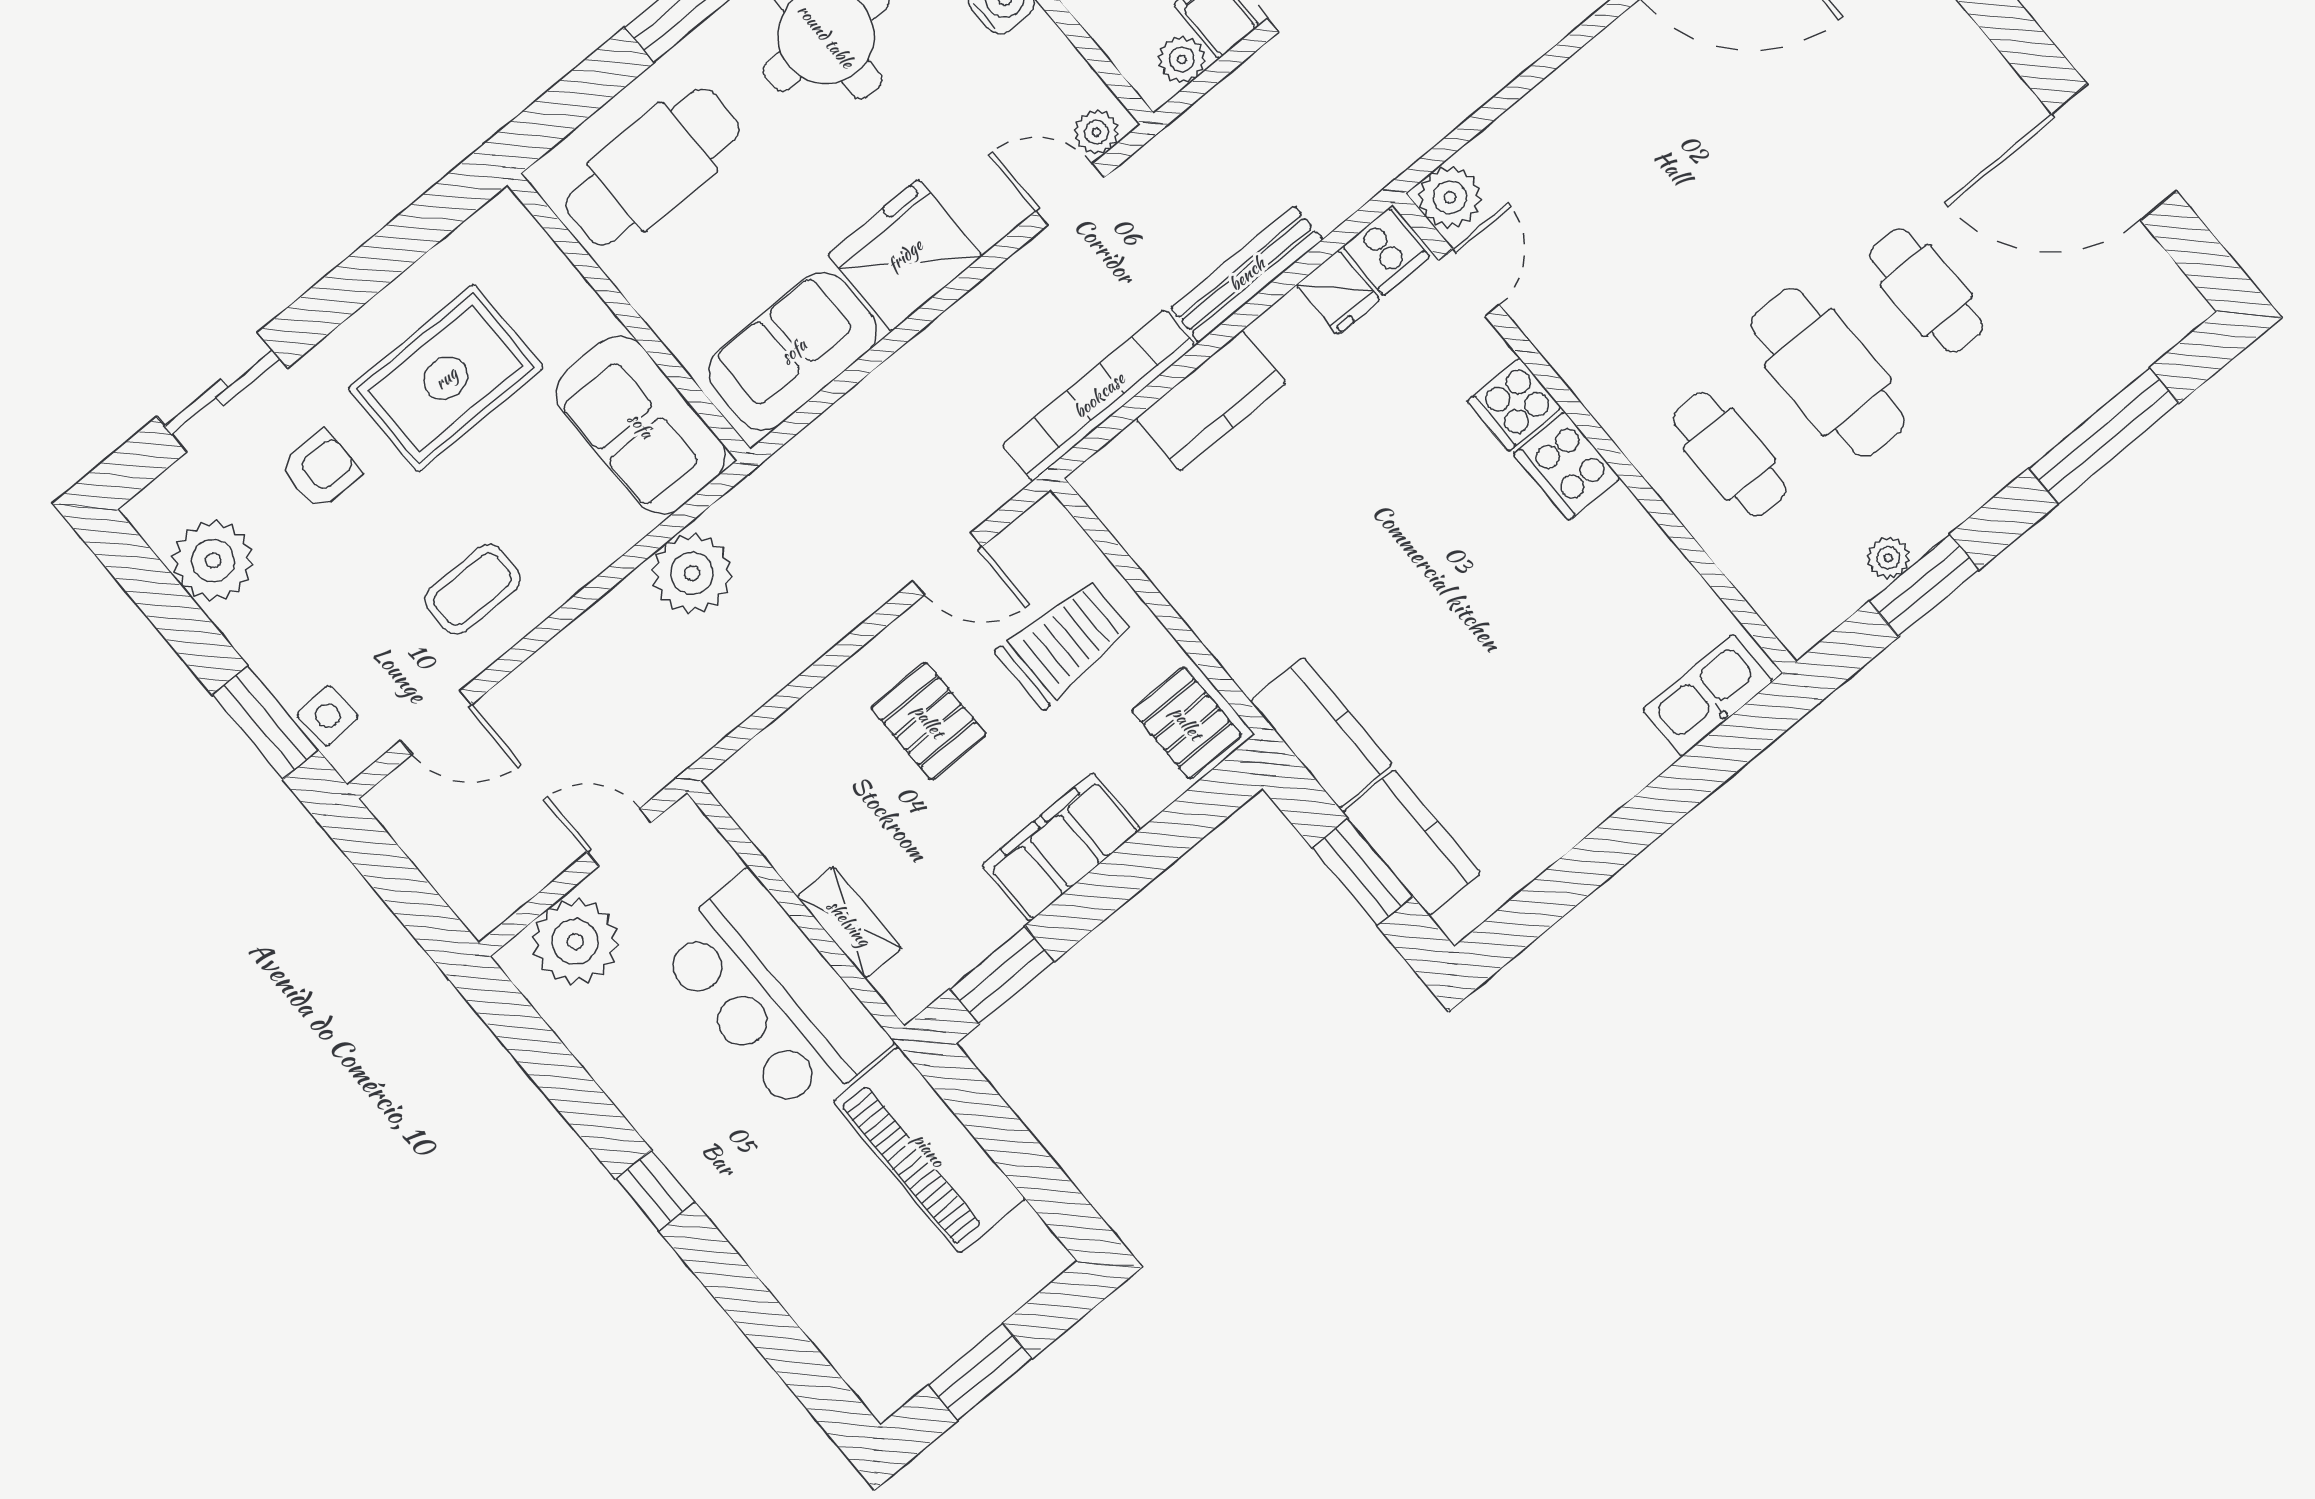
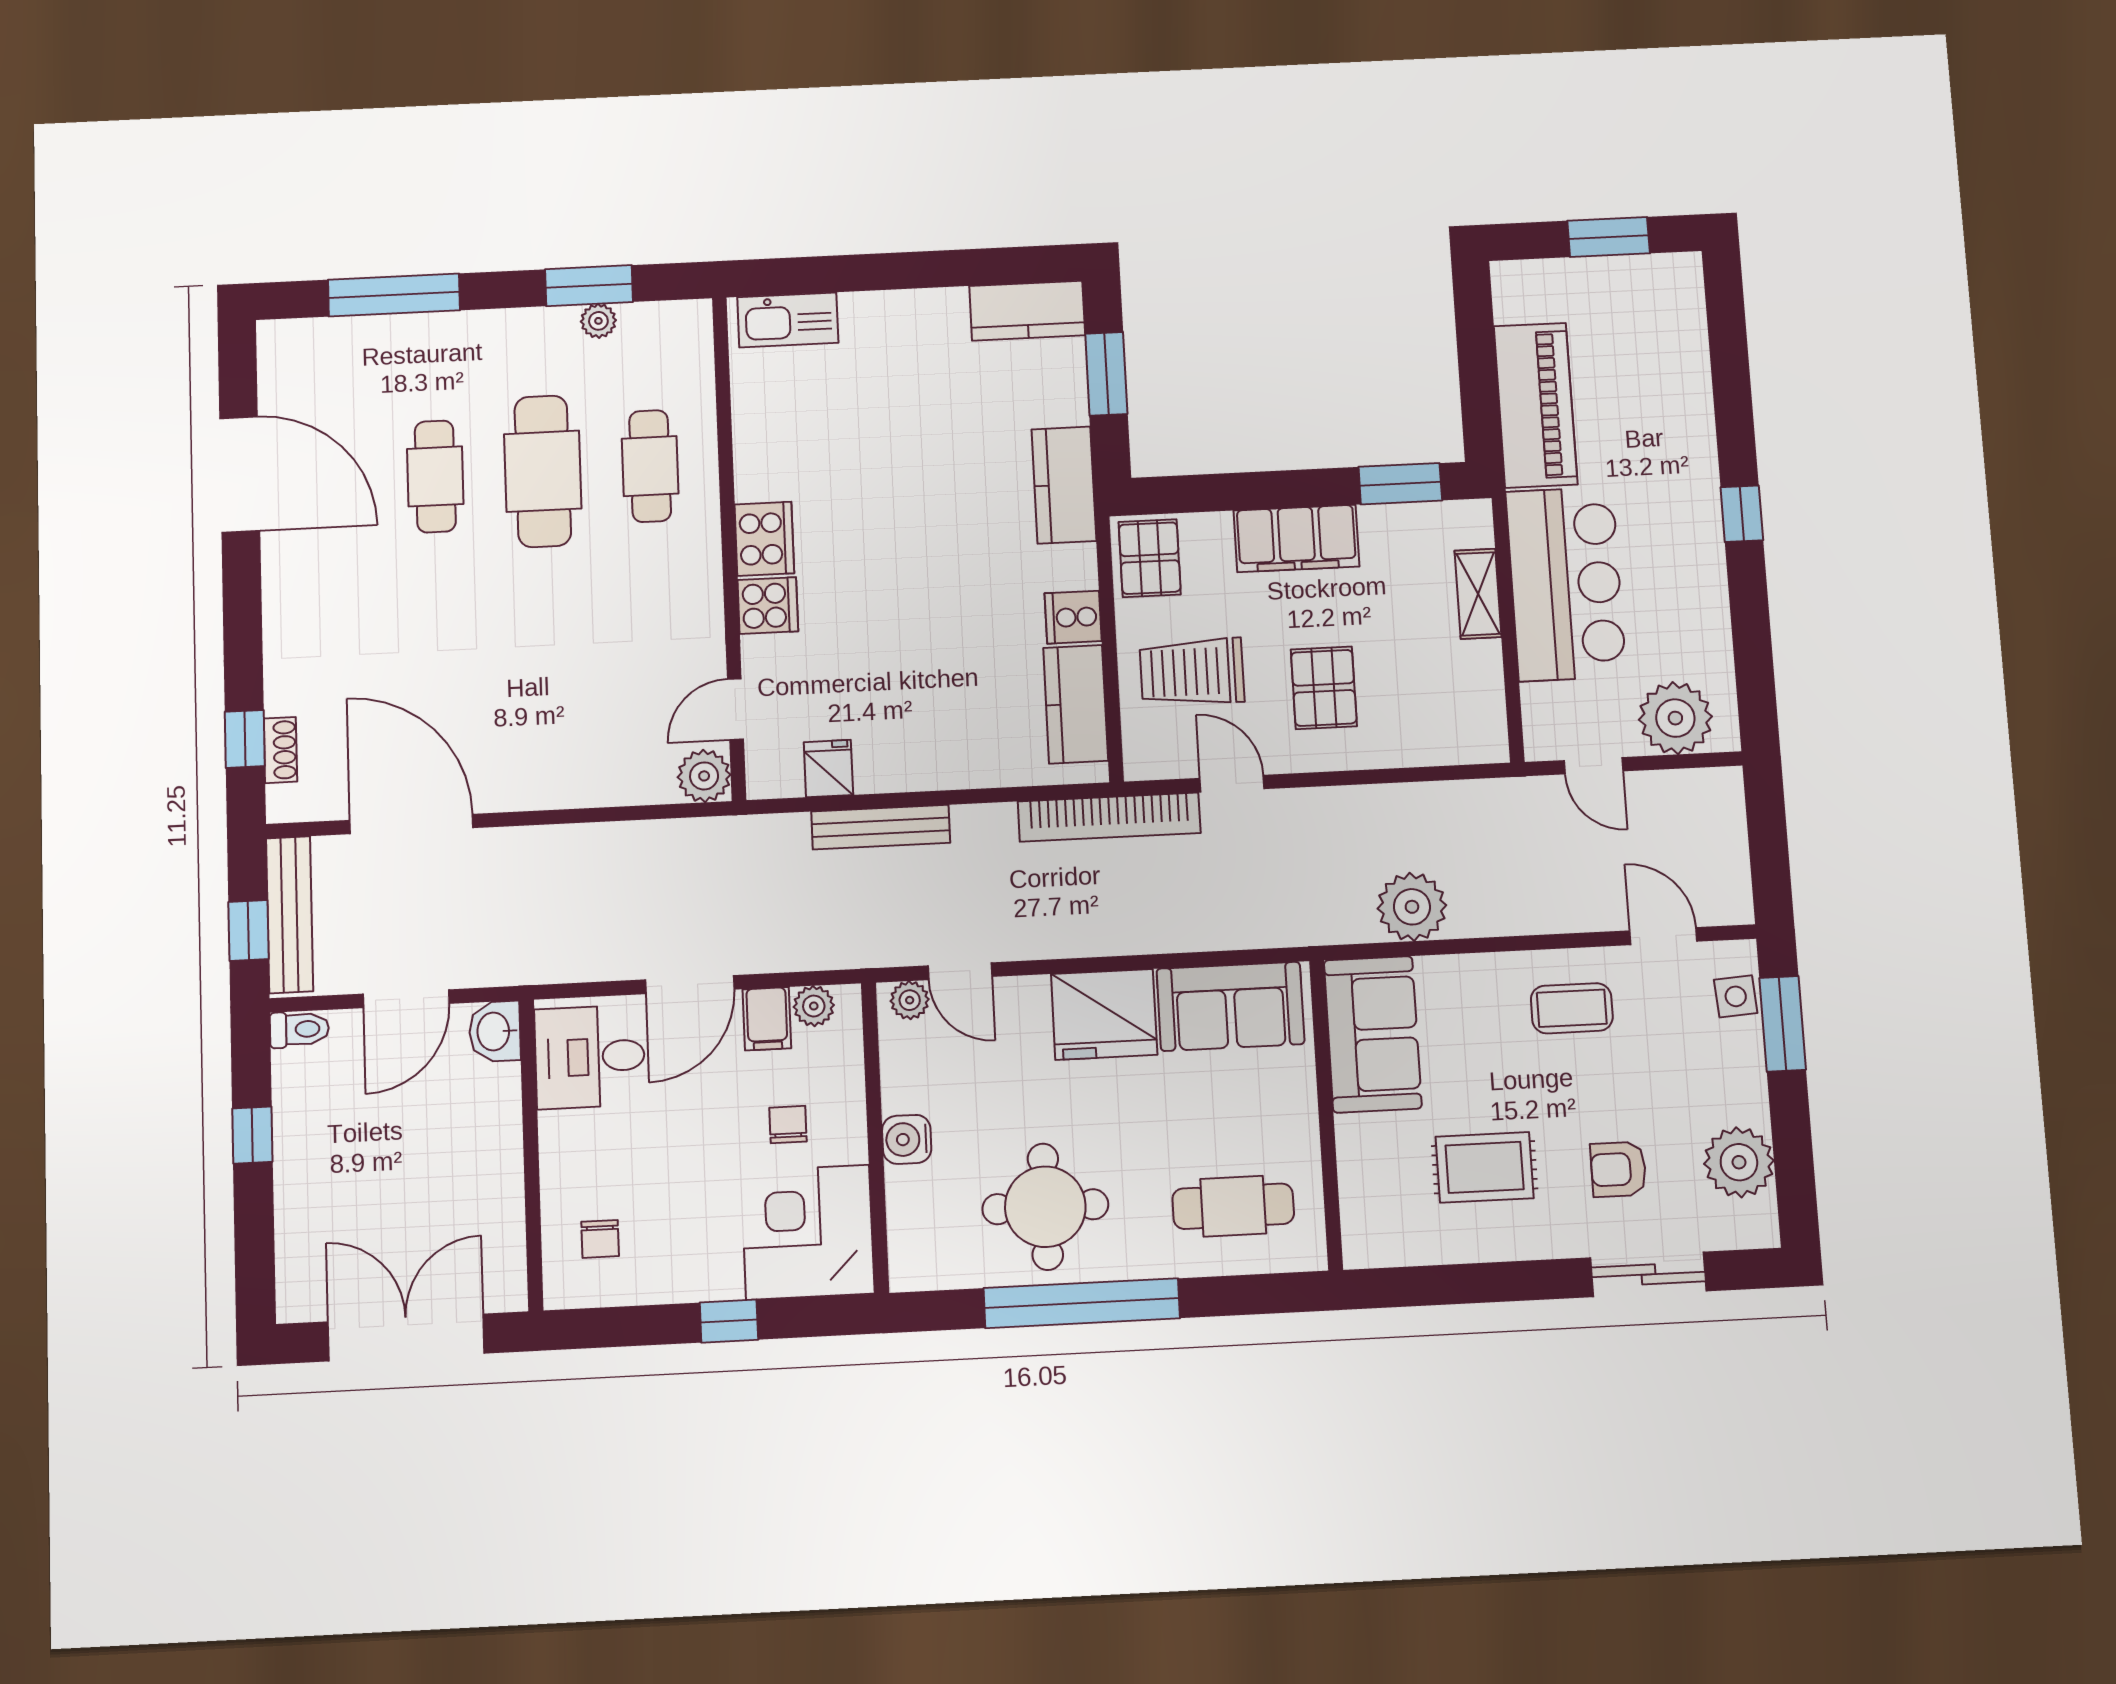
cafe table: (652, 167) -> (1233, 1206), width x0.73, depth x0.74
cooker: (1386, 252) -> (1073, 617), moved, turned -90
rug: (446, 378) -> (1485, 1167), width x0.73, depth x0.70
bookcase: (1099, 395) -> (1109, 817), moved
kitchen counter: (1211, 401) -> (1076, 704), moved, turned -90
kitchen counter: (1412, 843) -> (1027, 311), moved, turned -90

